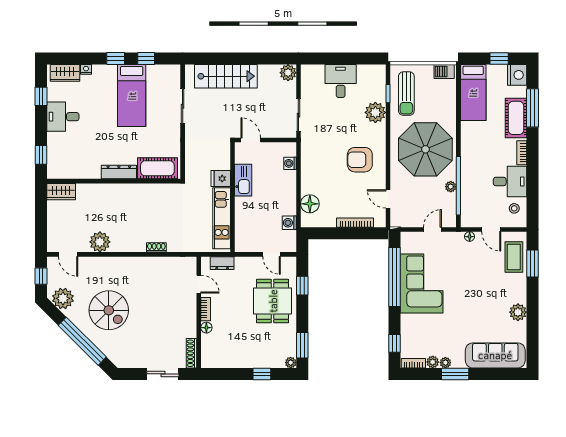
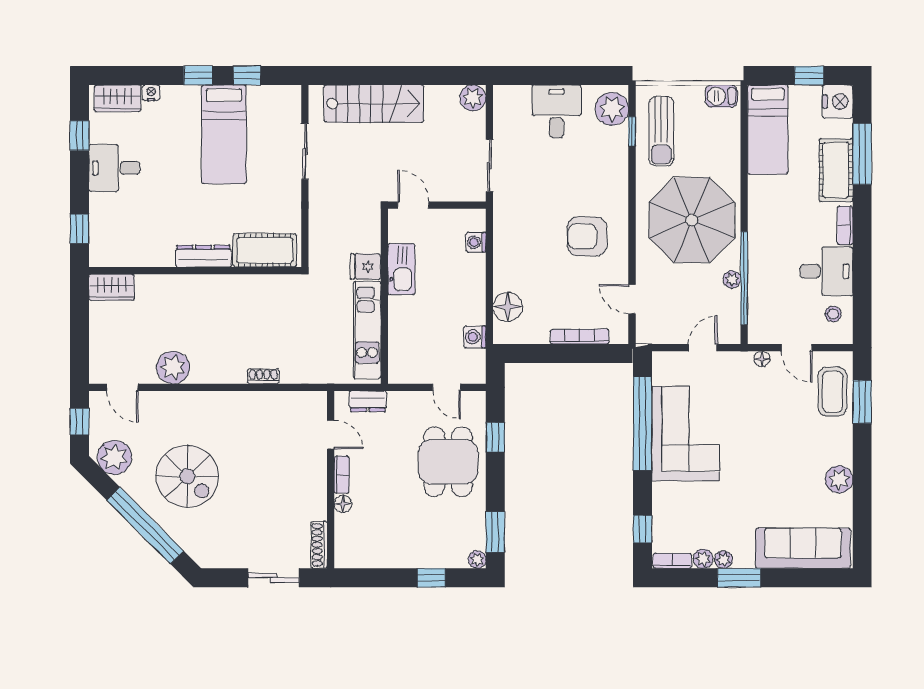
plant: (375, 112) -> (612, 109), moved

